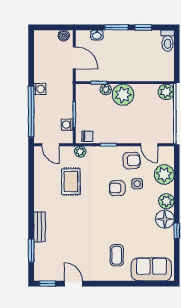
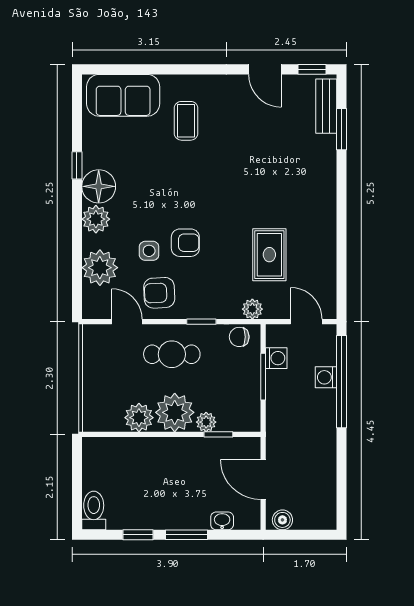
washing machine: (40, 89) -> (326, 377), moved
plant: (166, 92) -> (139, 418), moved
cafe table: (125, 127) -> (172, 354), added
bench: (40, 227) -> (326, 106), moved

